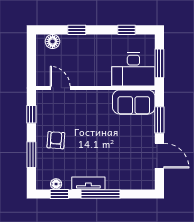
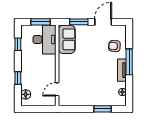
window: (31, 114) -> (75, 109), removed
armchair: (56, 140) -> (114, 46), moved
window: (59, 194) -> (129, 90), removed

